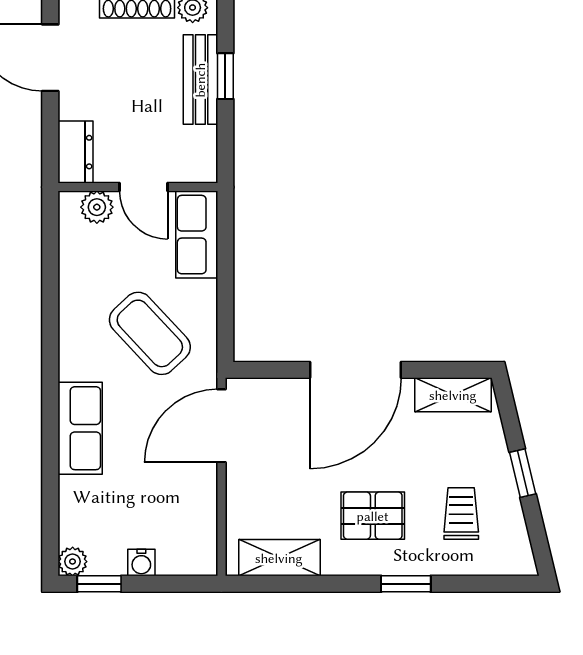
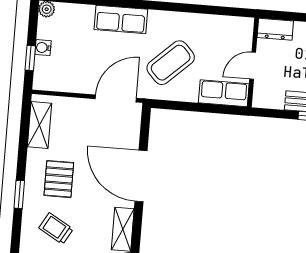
plant: (97, 207) -> (244, 39), removed
door: (221, 426) -> (116, 98), hinge flipped
trolley: (461, 514) -> (56, 229), turned -150
window: (99, 584) -> (30, 58), moved

